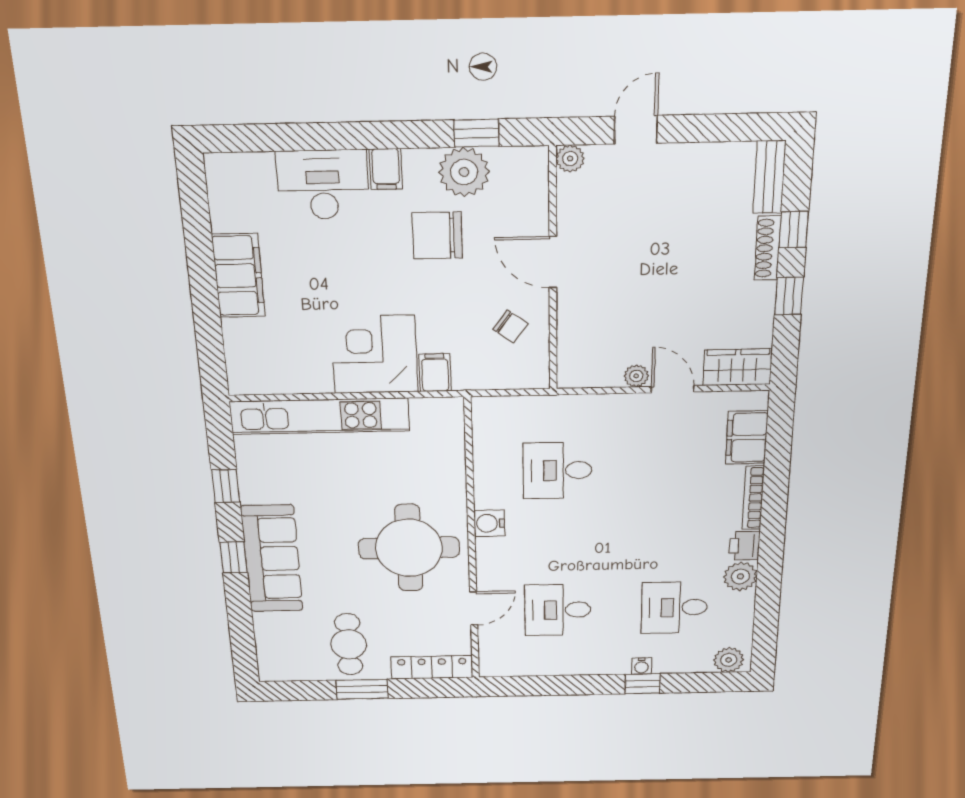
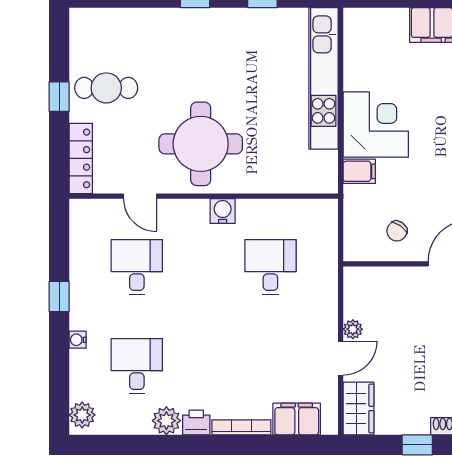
sofa: (272, 559) -> (193, 29), removed
window: (643, 684) -> (59, 296), moved
window: (362, 689) -> (59, 97), width x0.67

